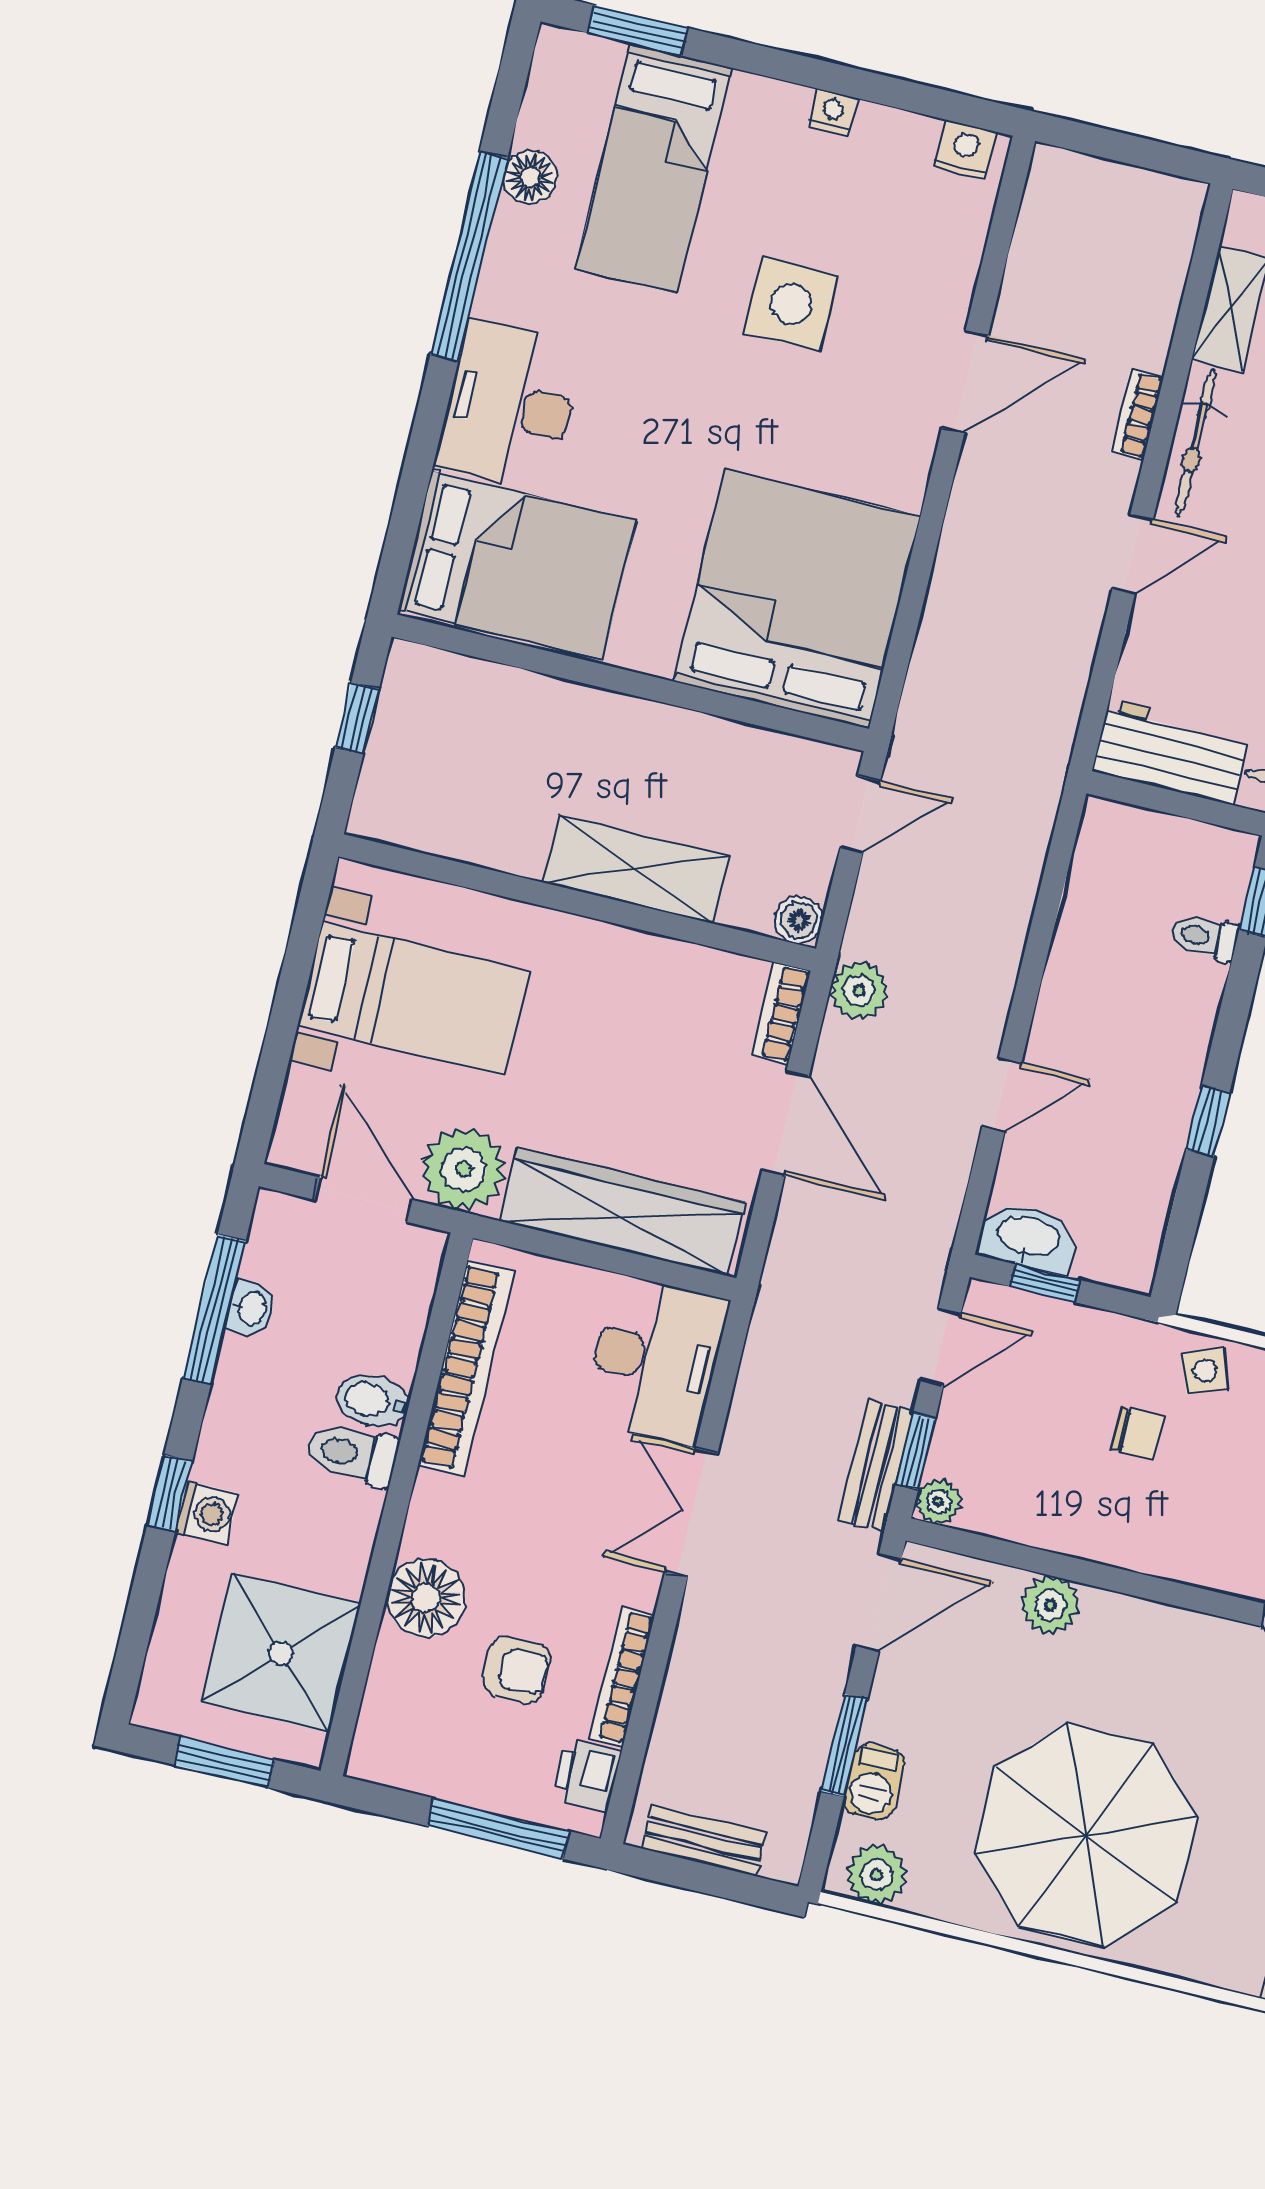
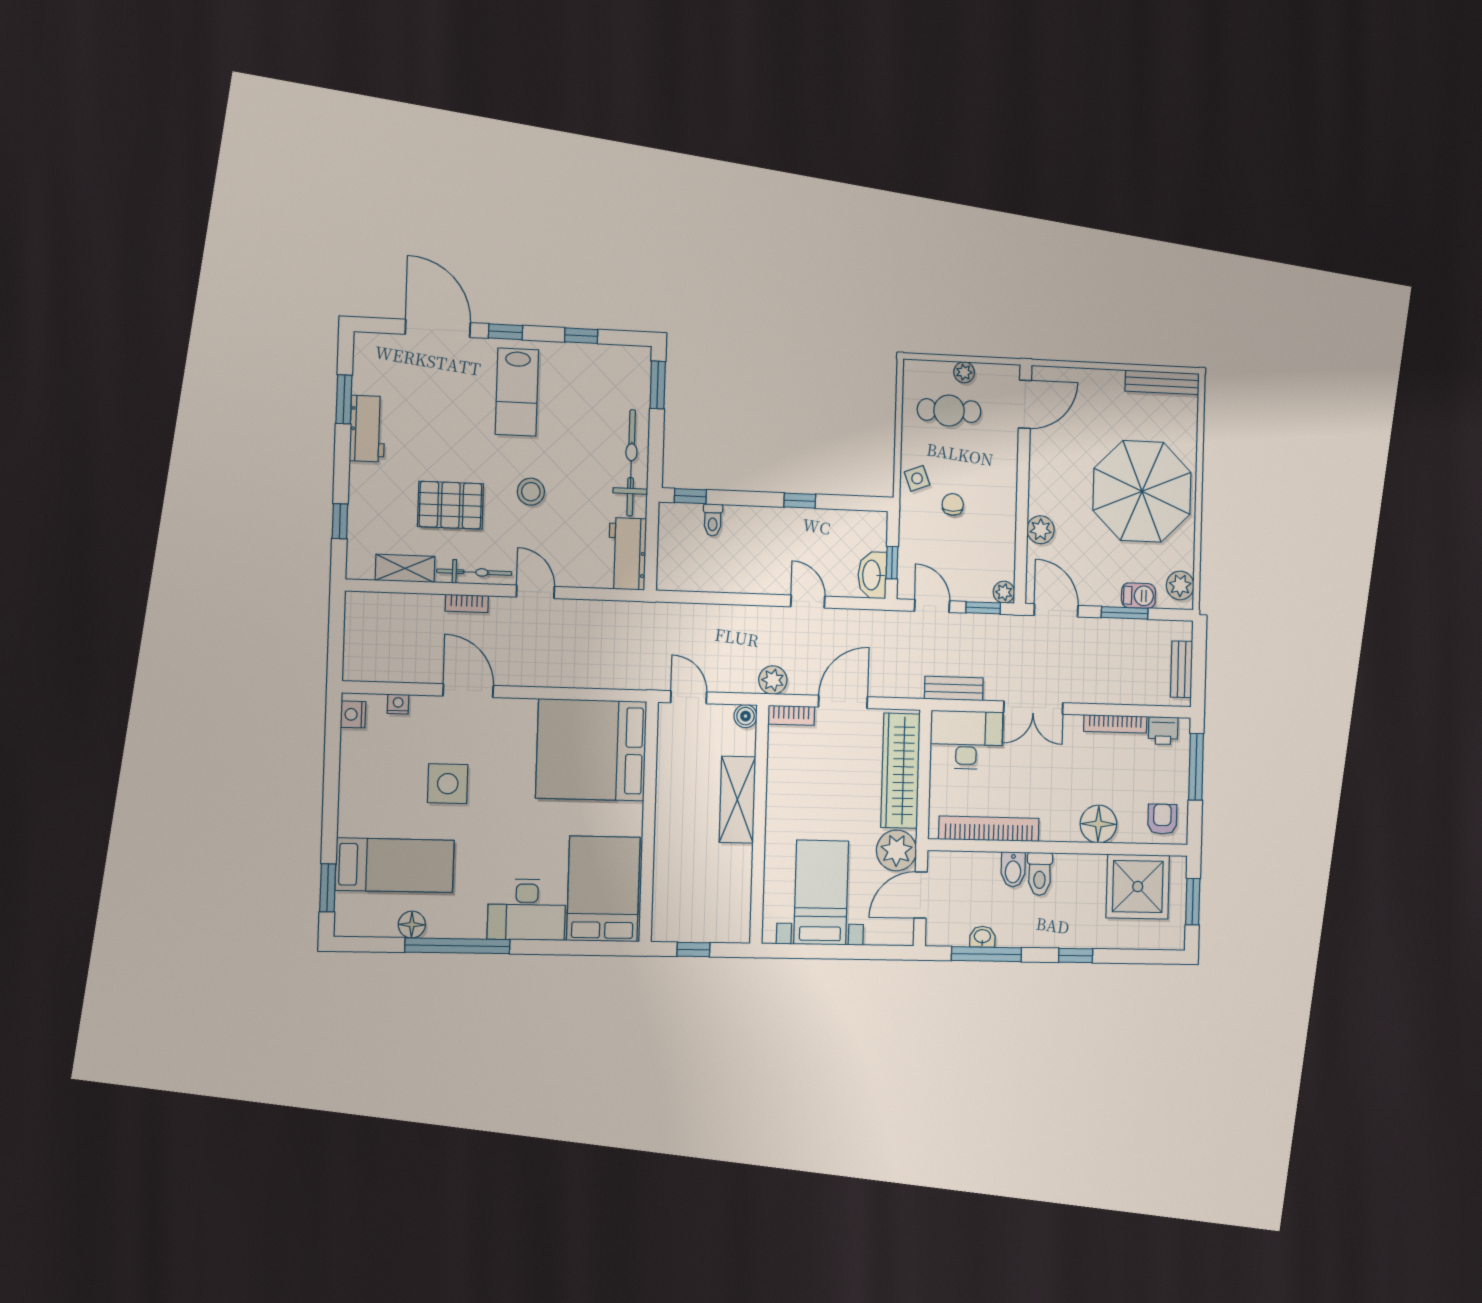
nightstand: (832, 112) -> (398, 704), moved, turned 90
bench: (876, 1465) -> (954, 688), moved
washing machine: (207, 1513) -> (1081, 936), removed
armchair: (516, 1670) -> (1162, 819), moved

